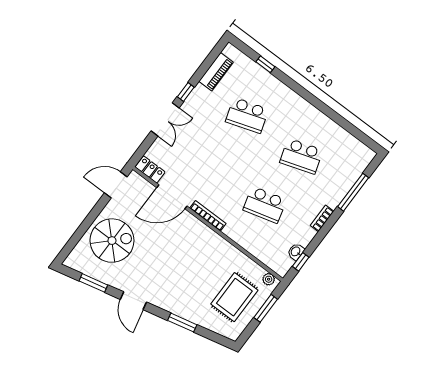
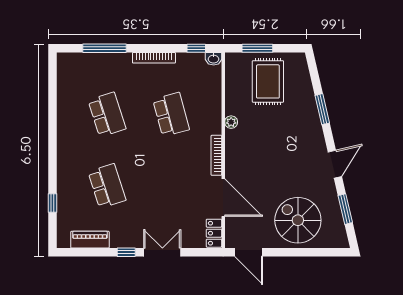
bookcase: (322, 218) -> (154, 58), width x1.56
washbasin: (296, 252) -> (214, 59), moved
plant: (269, 279) -> (231, 122), moved
rug: (234, 297) -> (268, 81), turned 90

